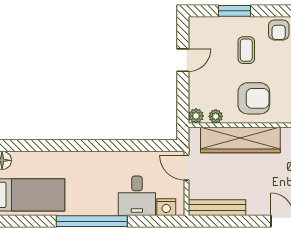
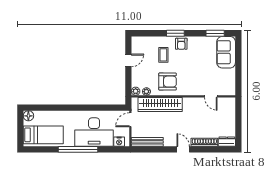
window: (234, 11) -> (175, 33), moved
door: (187, 168) -> (130, 120), hinge flipped
desk: (137, 196) -> (94, 132), width x1.87, depth x1.30

